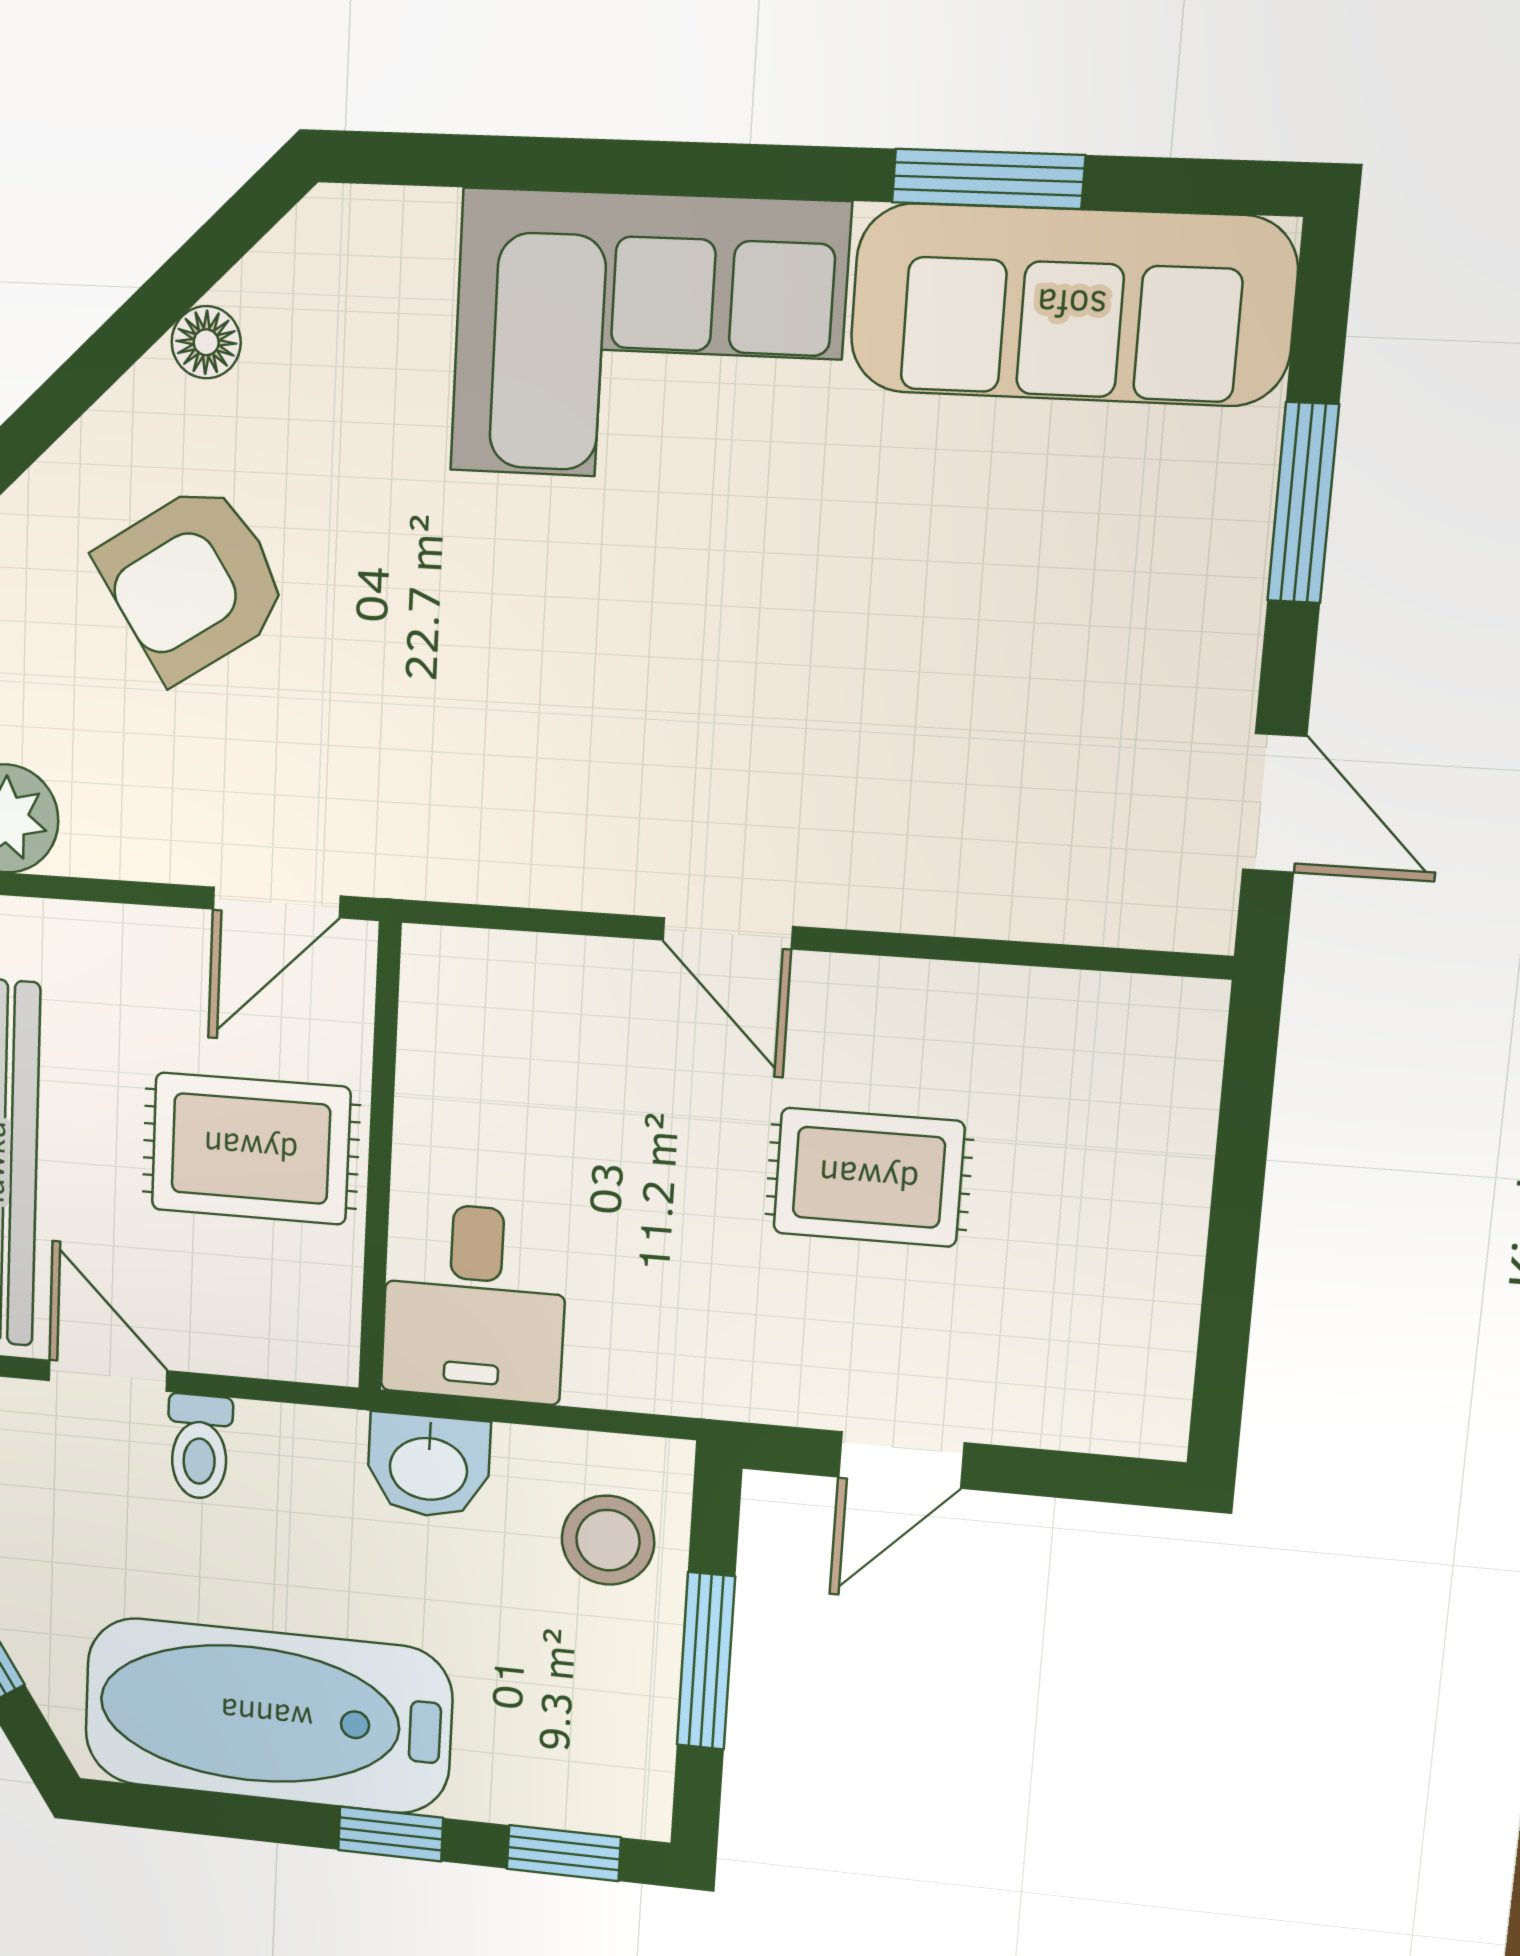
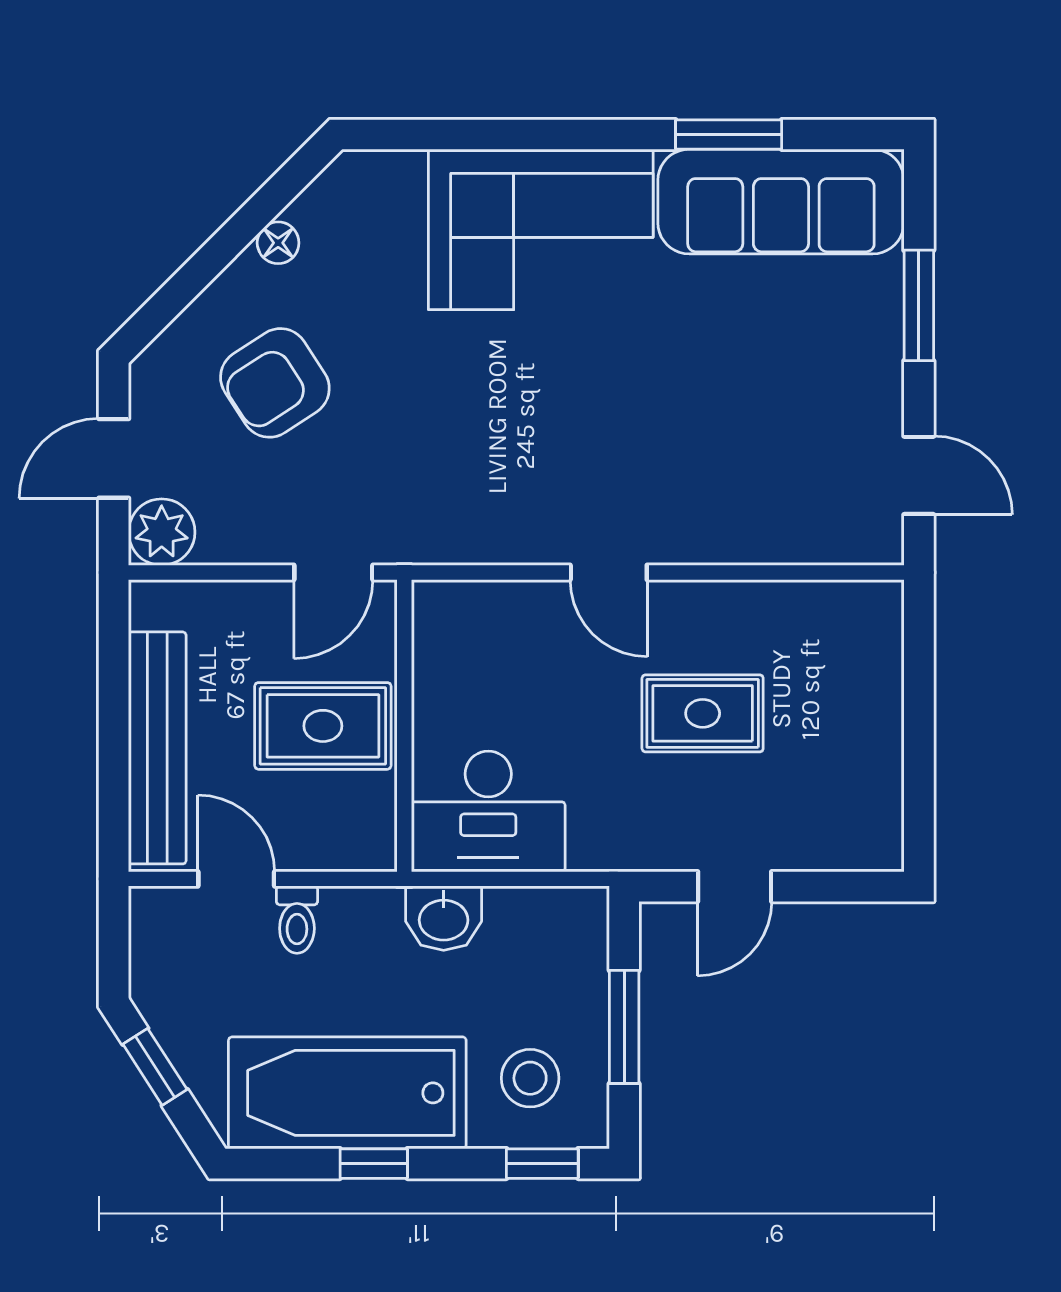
desk: (474, 1303) -> (488, 811), width x1.37
stool: (608, 1540) -> (530, 1078), moved
window: (391, 1834) -> (374, 1164), moved

